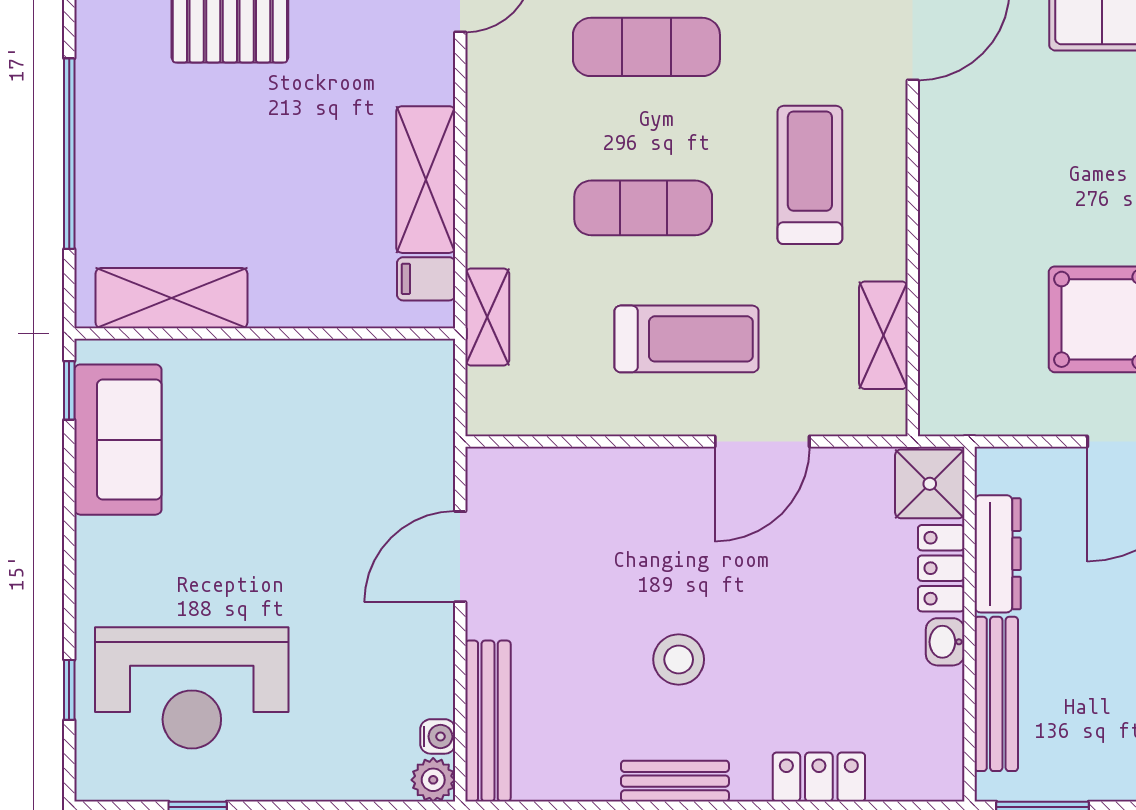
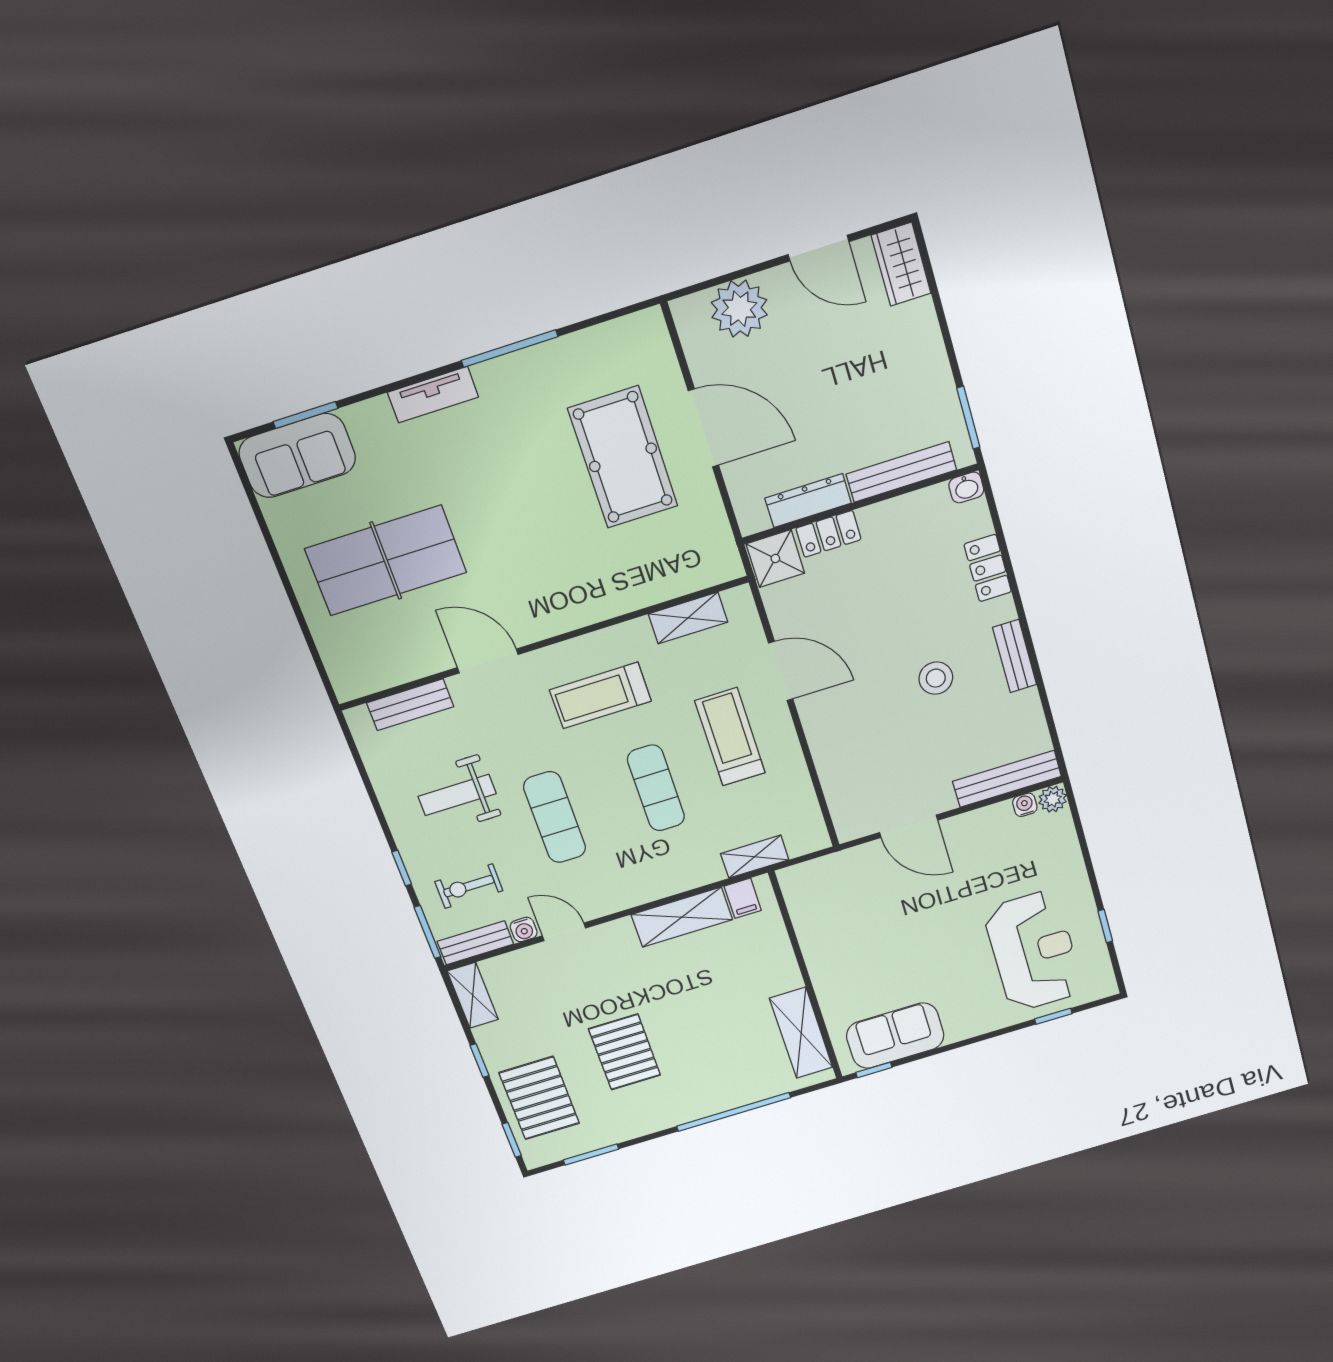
washbasin: (945, 642) -> (966, 487), moved

